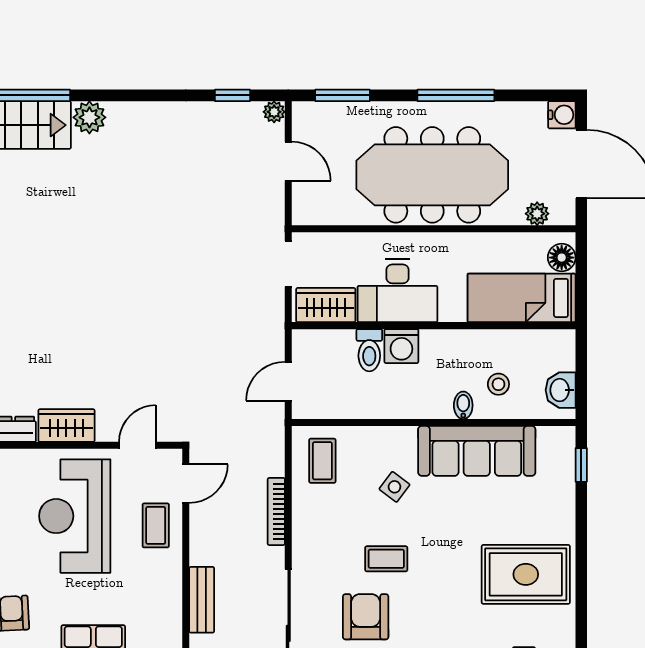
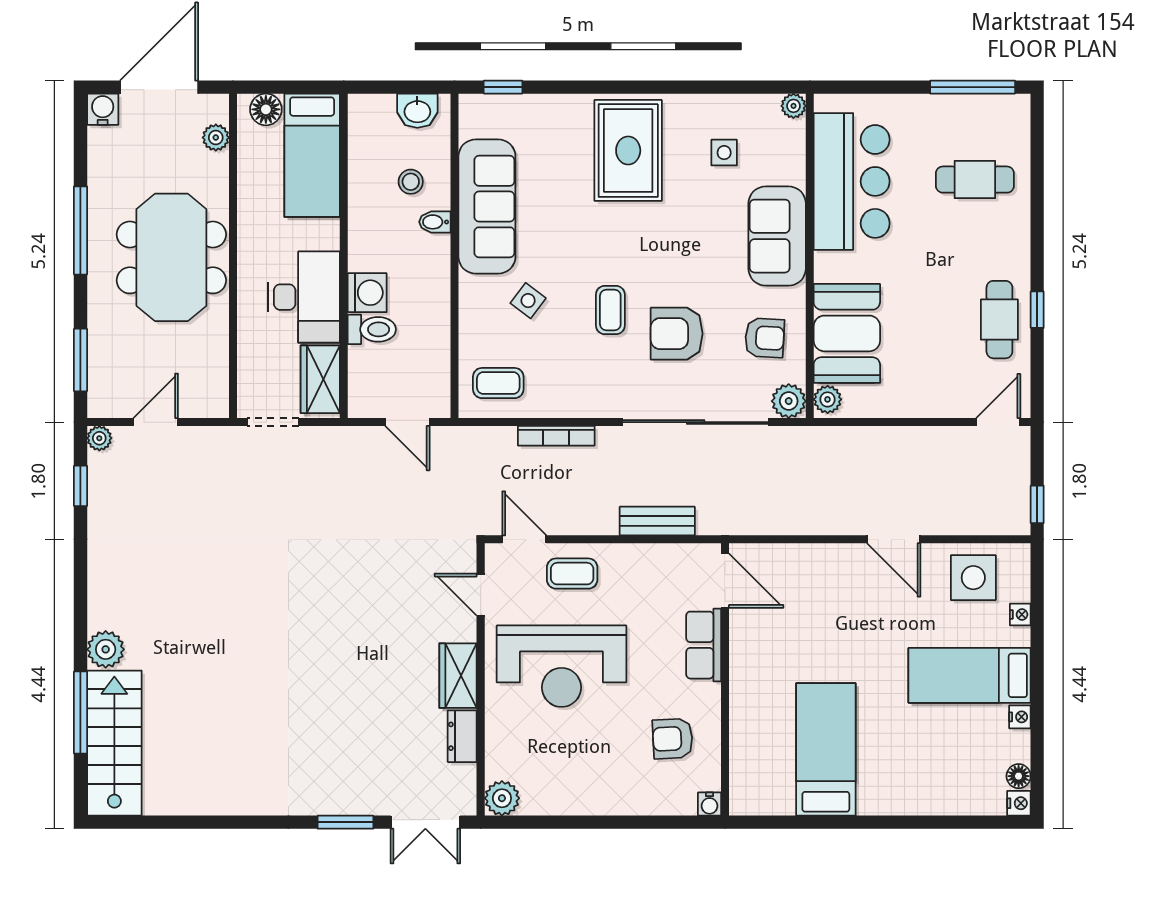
meeting table: (432, 175) -> (171, 257), width x0.73

